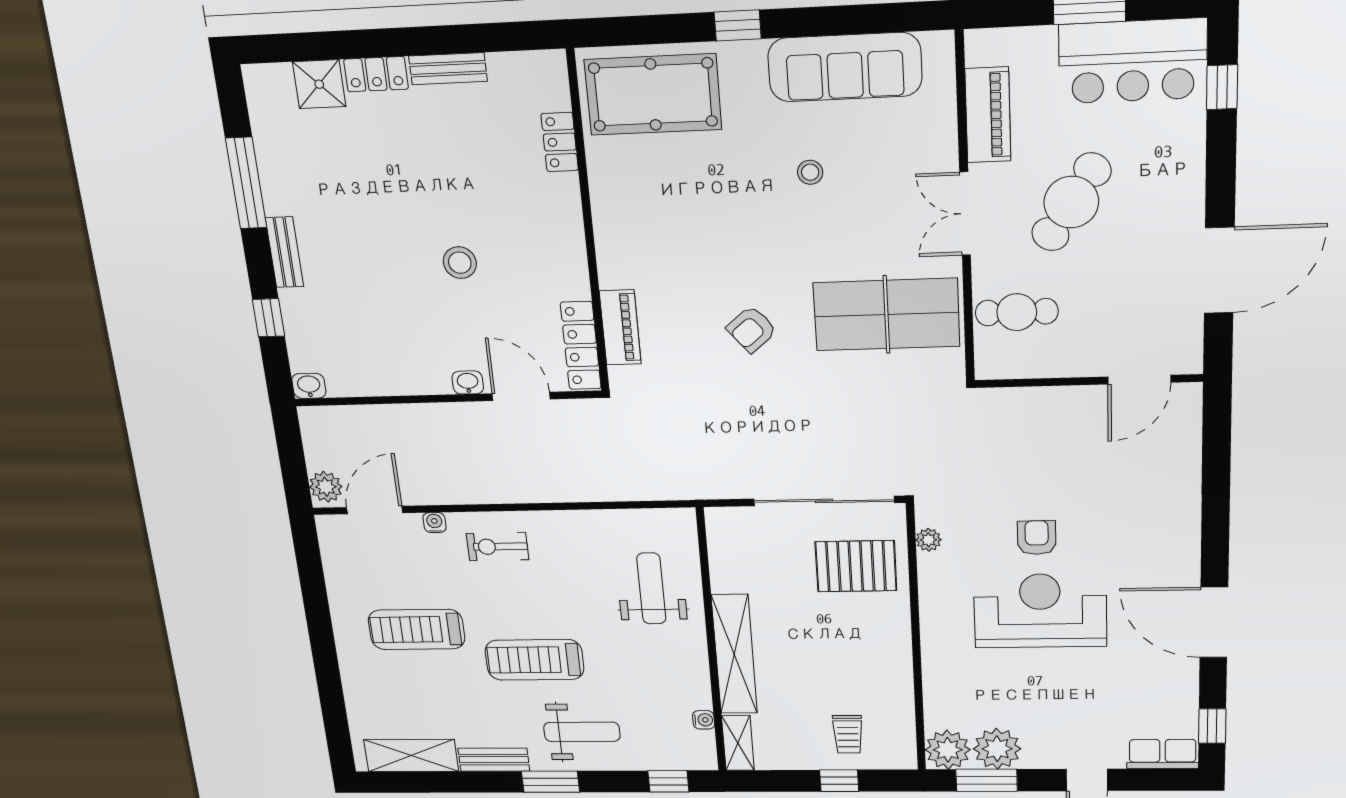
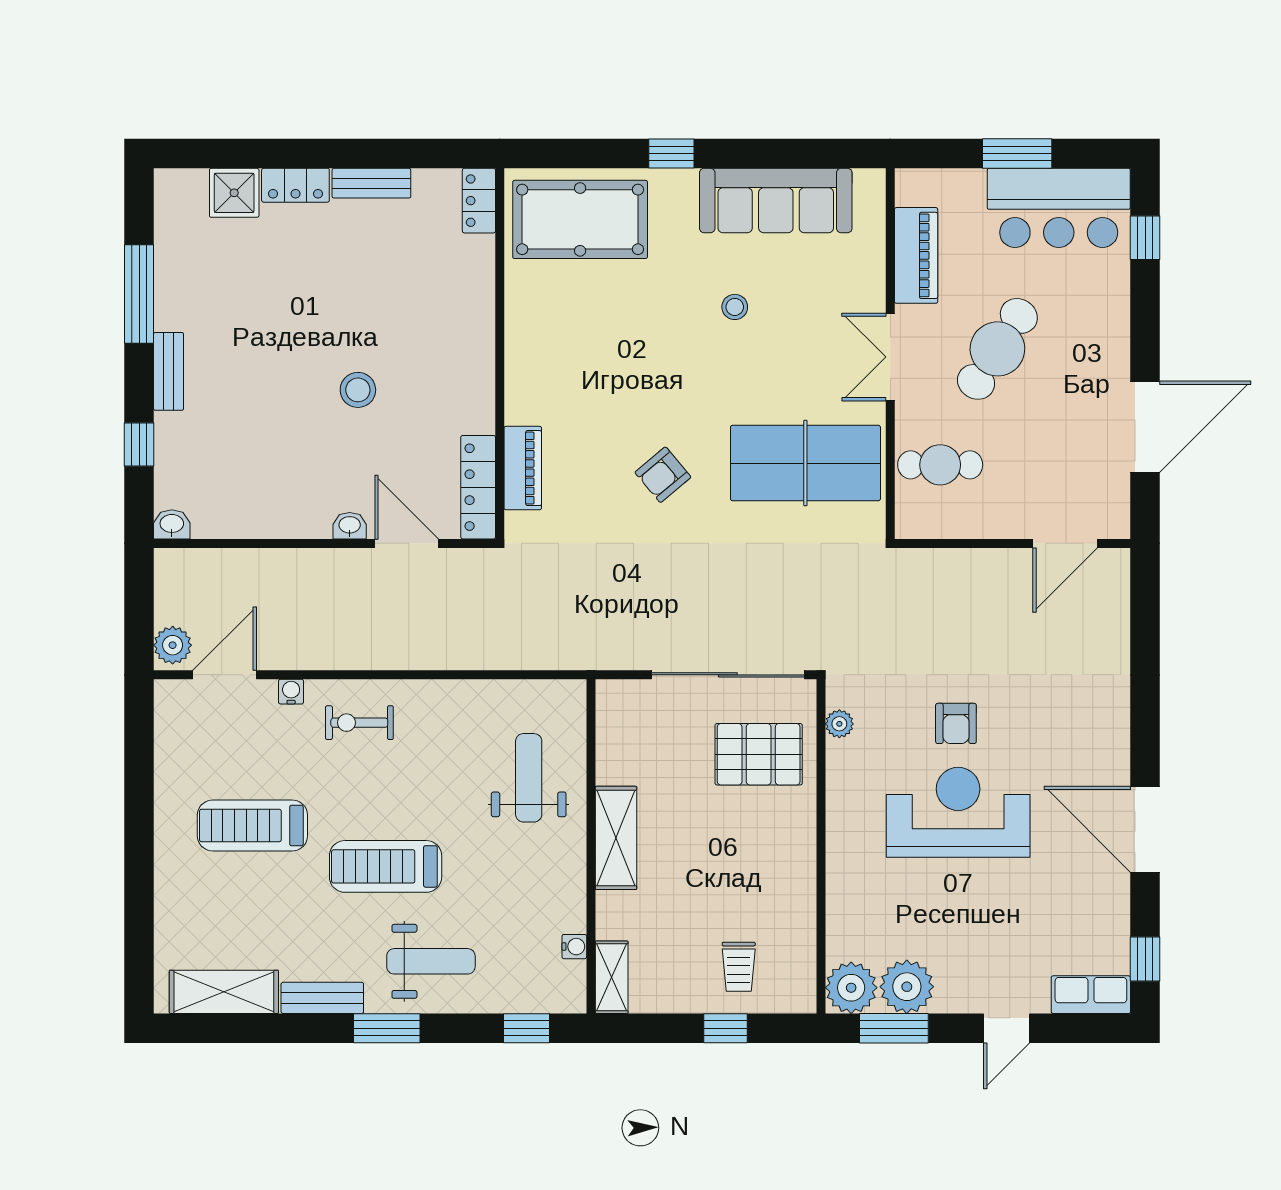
locker: (560, 142) -> (479, 201), moved
armchair: (1037, 538) -> (956, 723), turned 180
shelving: (734, 654) -> (616, 838), width x0.68

